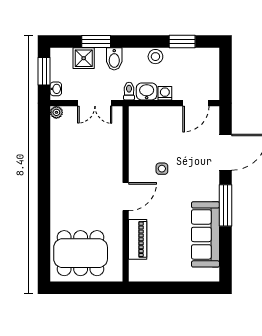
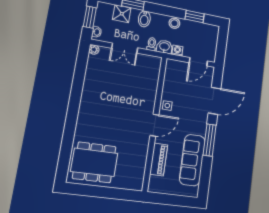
wall: (126, 194) -> (155, 123), moved
door: (126, 197) -> (154, 125), moved
piano: (138, 239) -> (159, 159), moved

